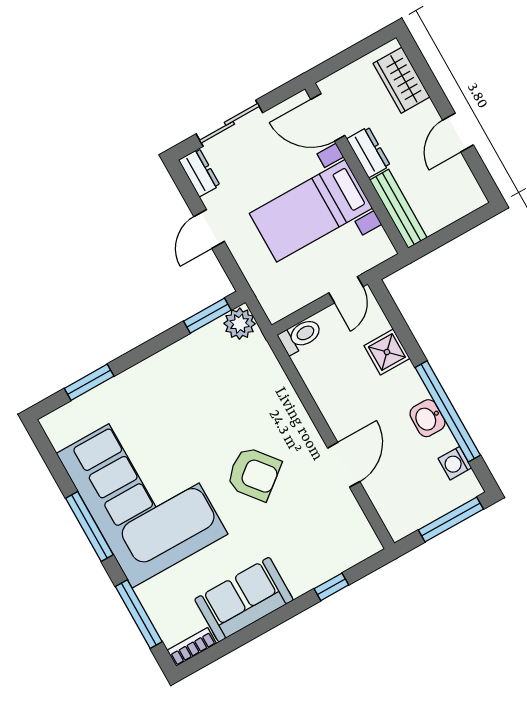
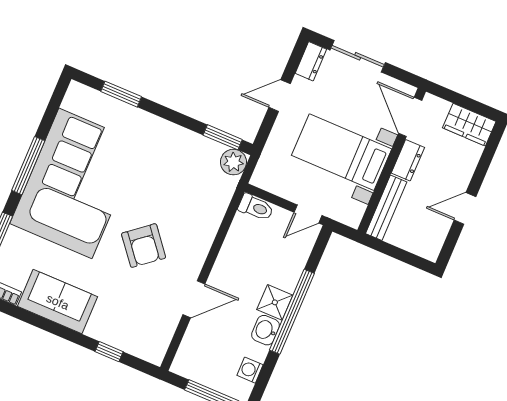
wardrobe: (402, 80) -> (469, 125), moved, turned -90
shower: (387, 352) -> (275, 302), moved
window: (448, 411) -> (292, 312), moved

